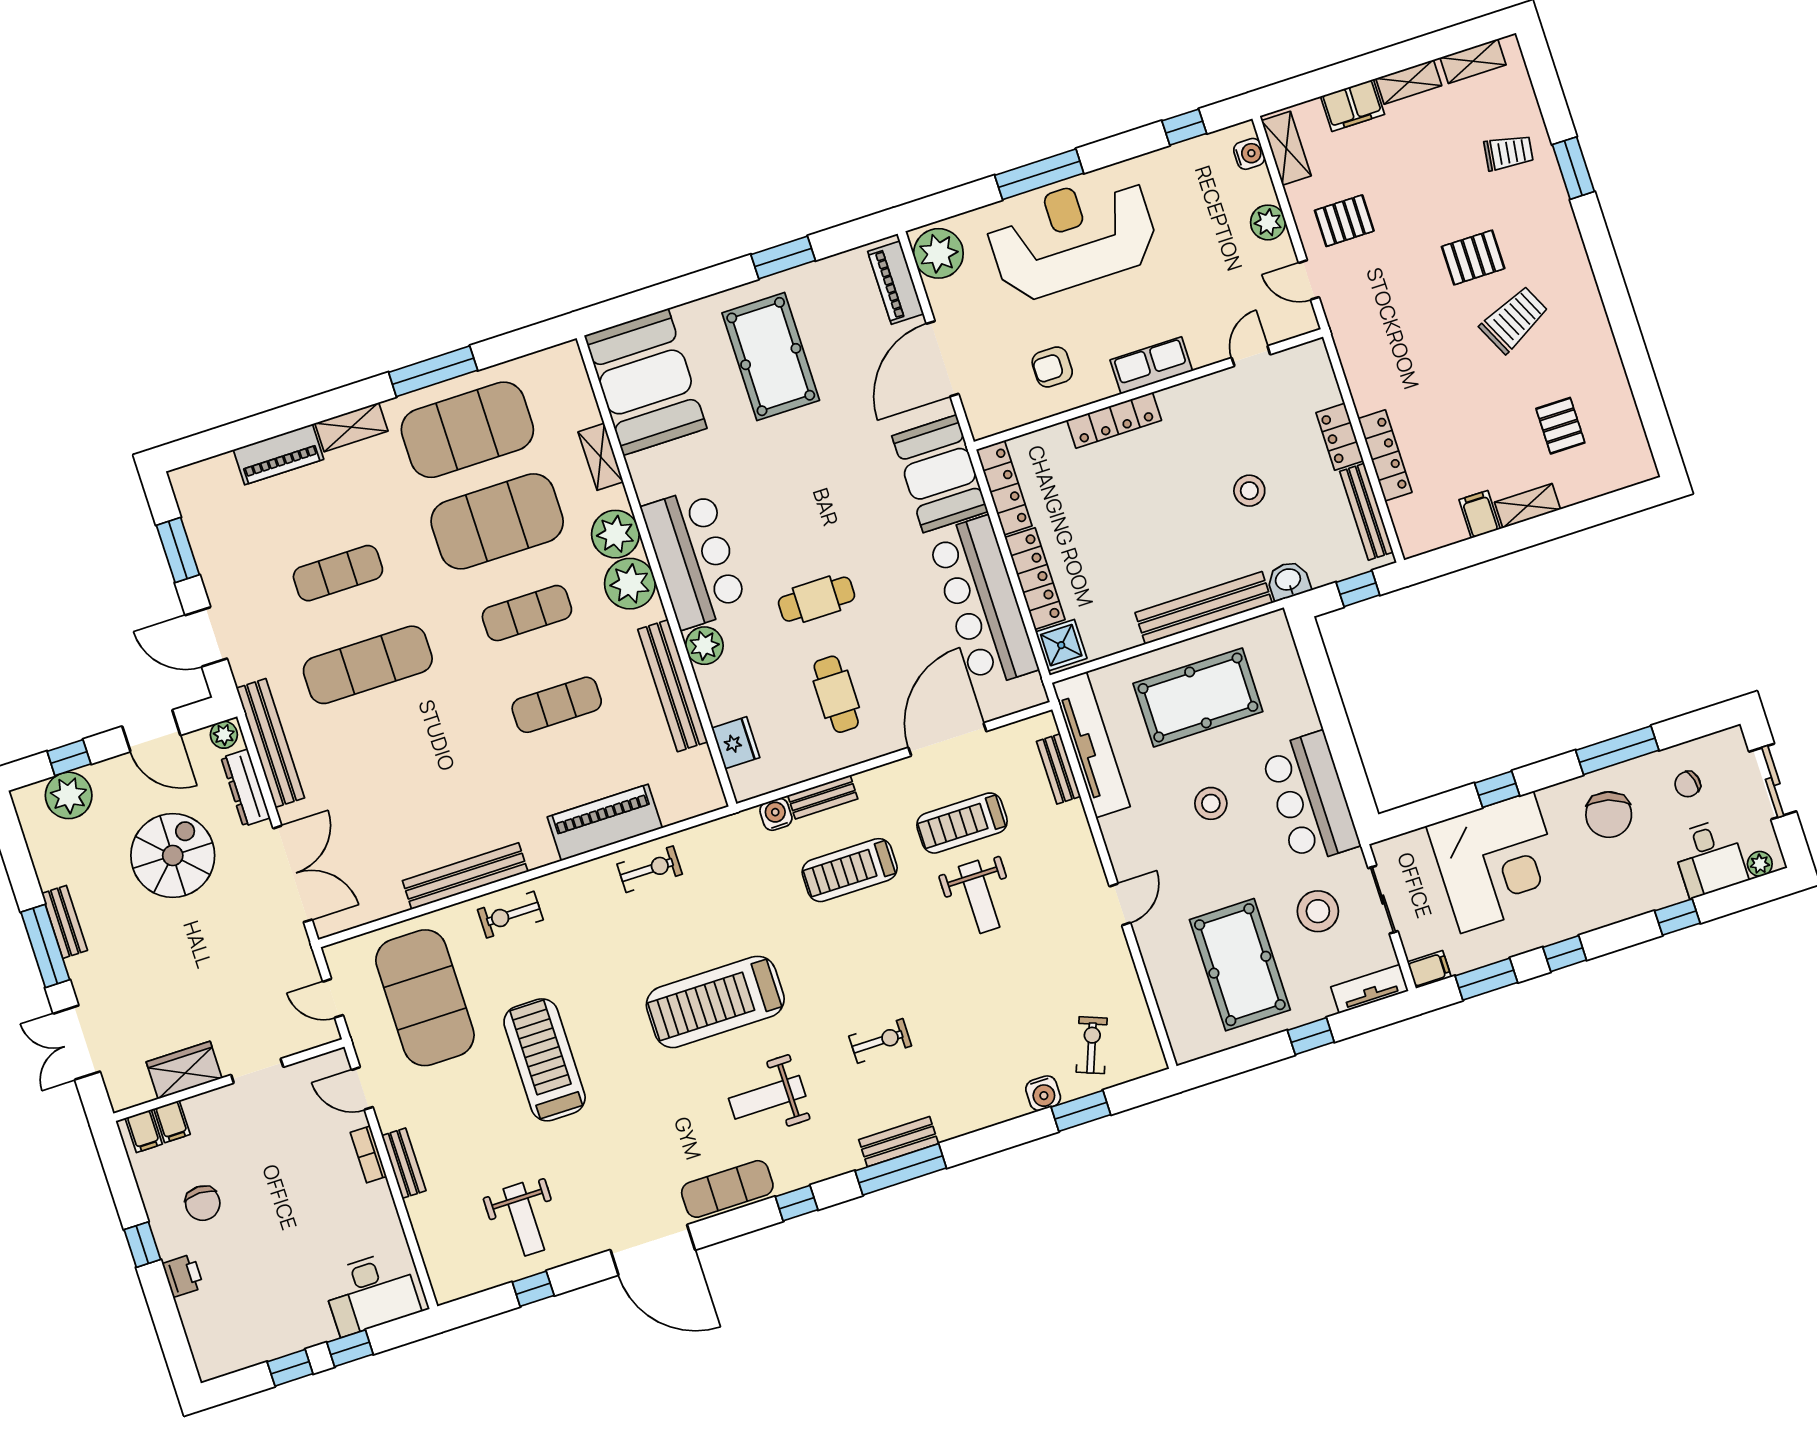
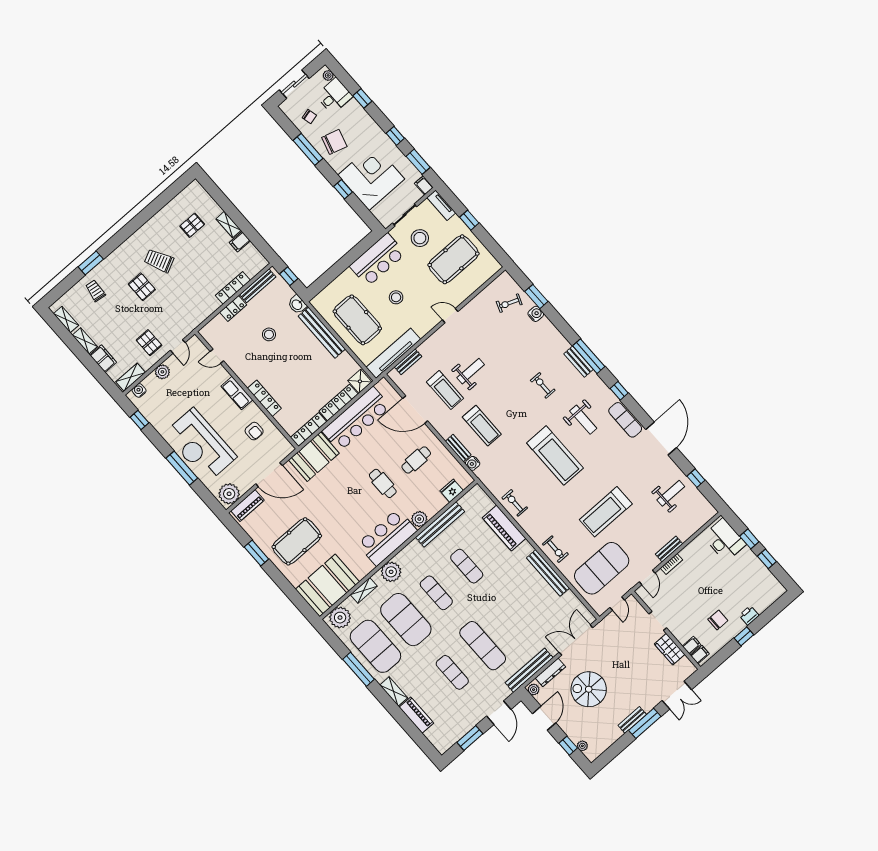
plant: (630, 584) -> (340, 618), moved
plant: (69, 795) -> (582, 746), width x0.53, depth x0.53

